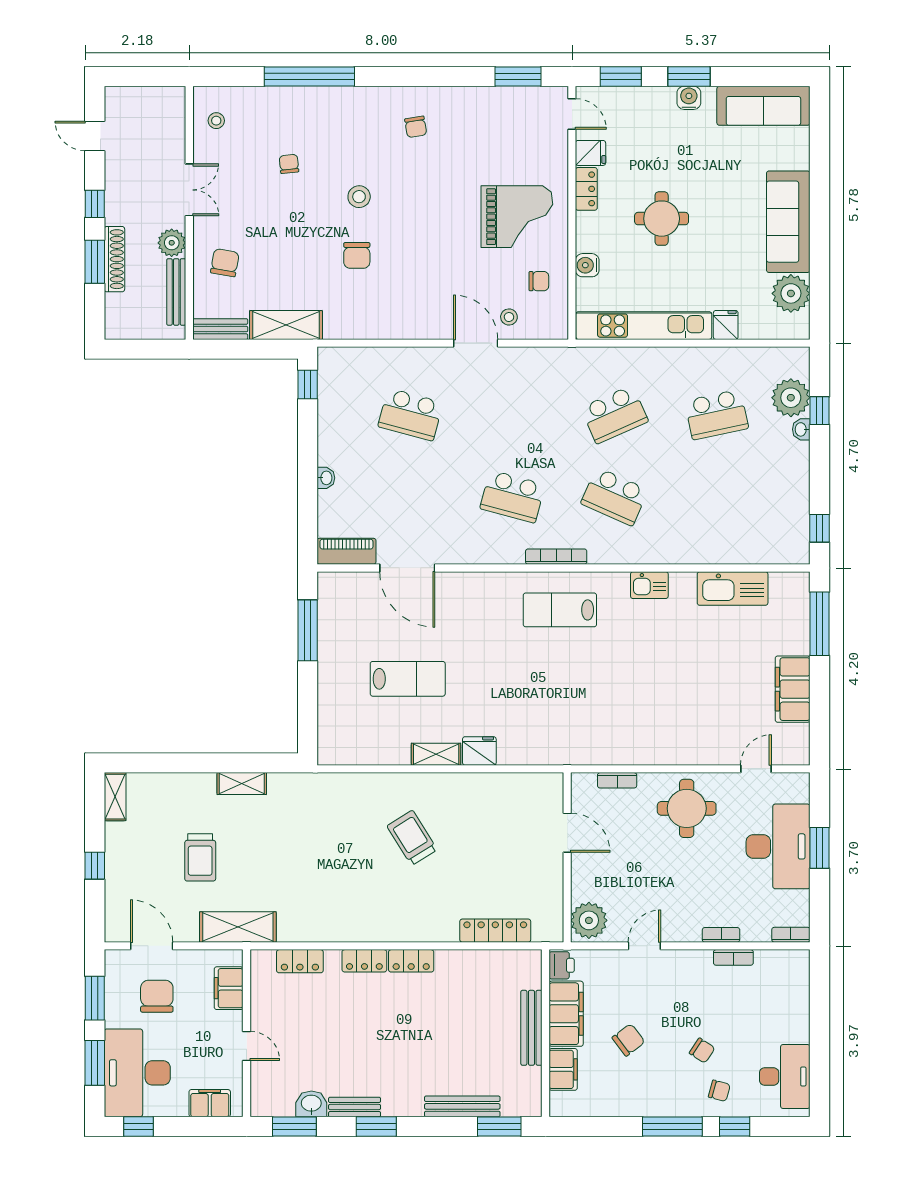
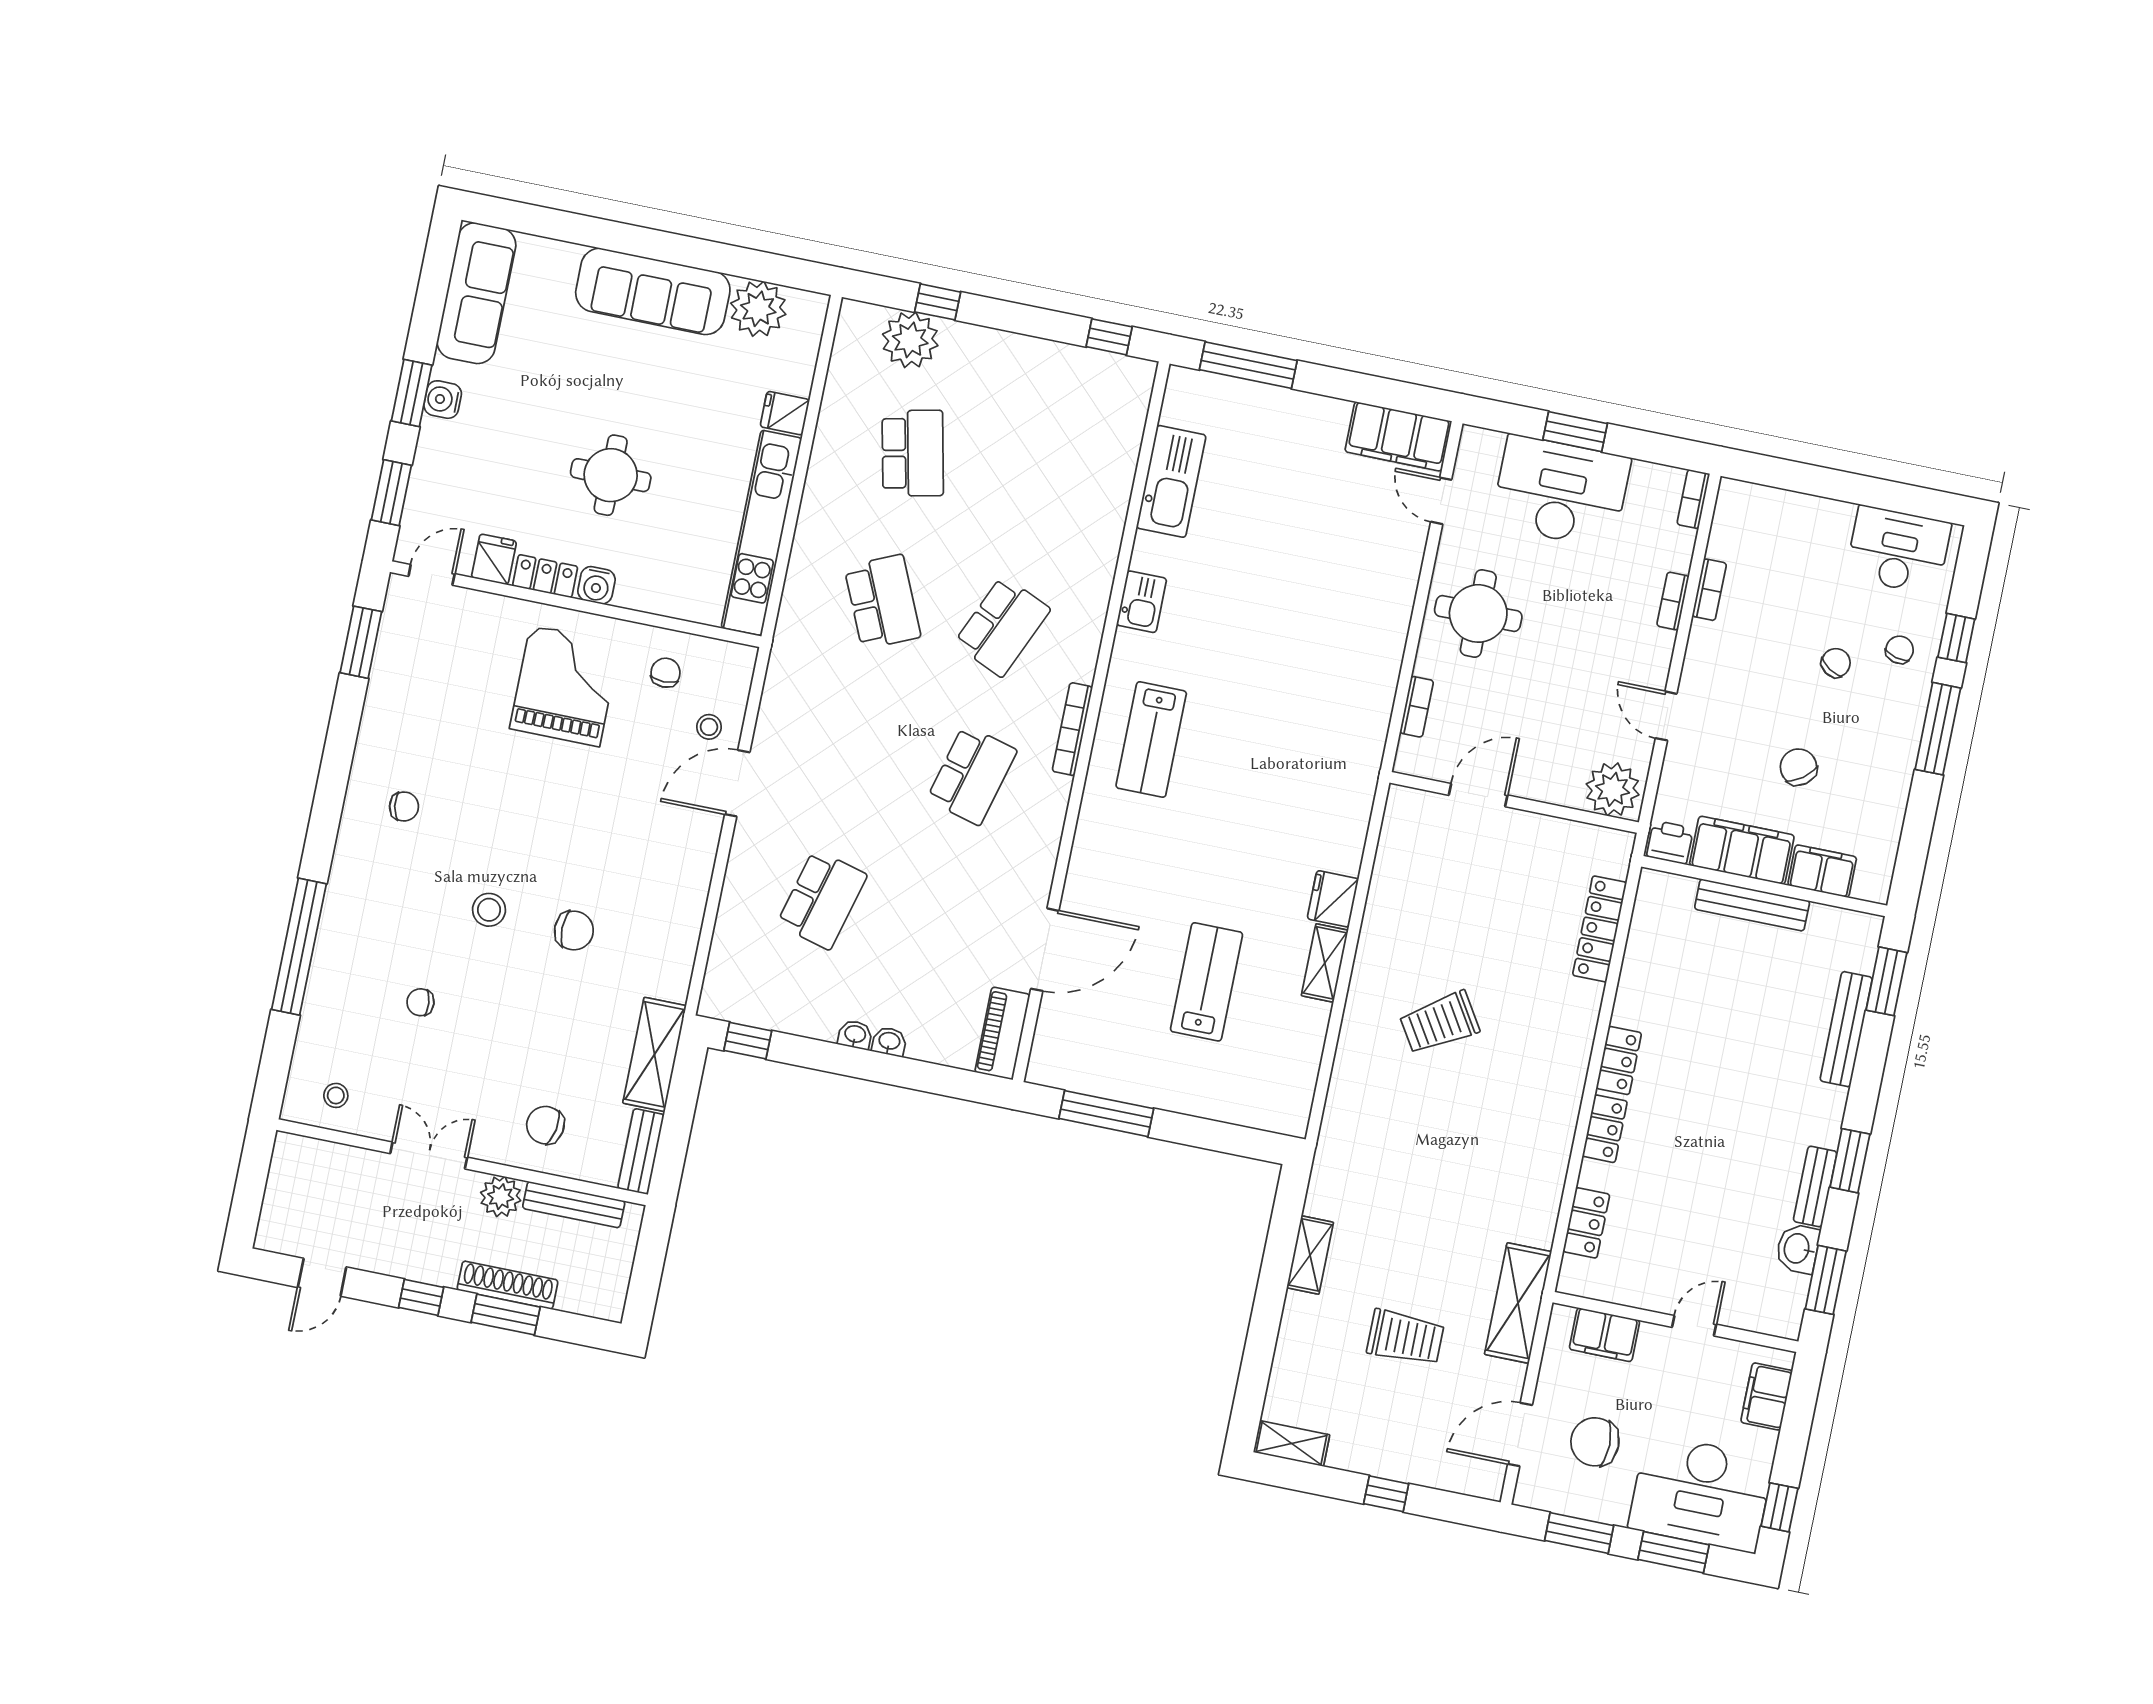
water cooler: (587, 265) -> (596, 585), moved
washbasin: (801, 429) -> (855, 1035), moved, turned 180
filing cabinet: (793, 689) -> (1398, 436), moved

